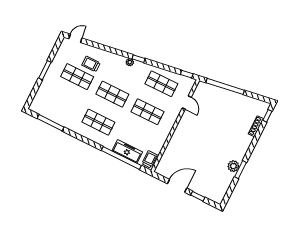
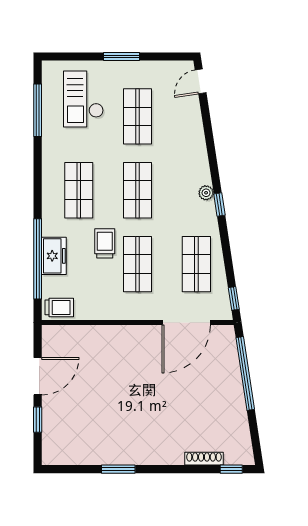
door: (75, 38) -> (201, 81), swing flipped
trolley: (91, 64) -> (105, 243), moved
checkout: (56, 98) -> (83, 99), added
door: (187, 102) -> (186, 322), width x1.88
freezer: (127, 151) -> (54, 256), width x0.71
plant: (233, 166) -> (118, 454), removed
door: (177, 186) -> (38, 376), hinge flipped

